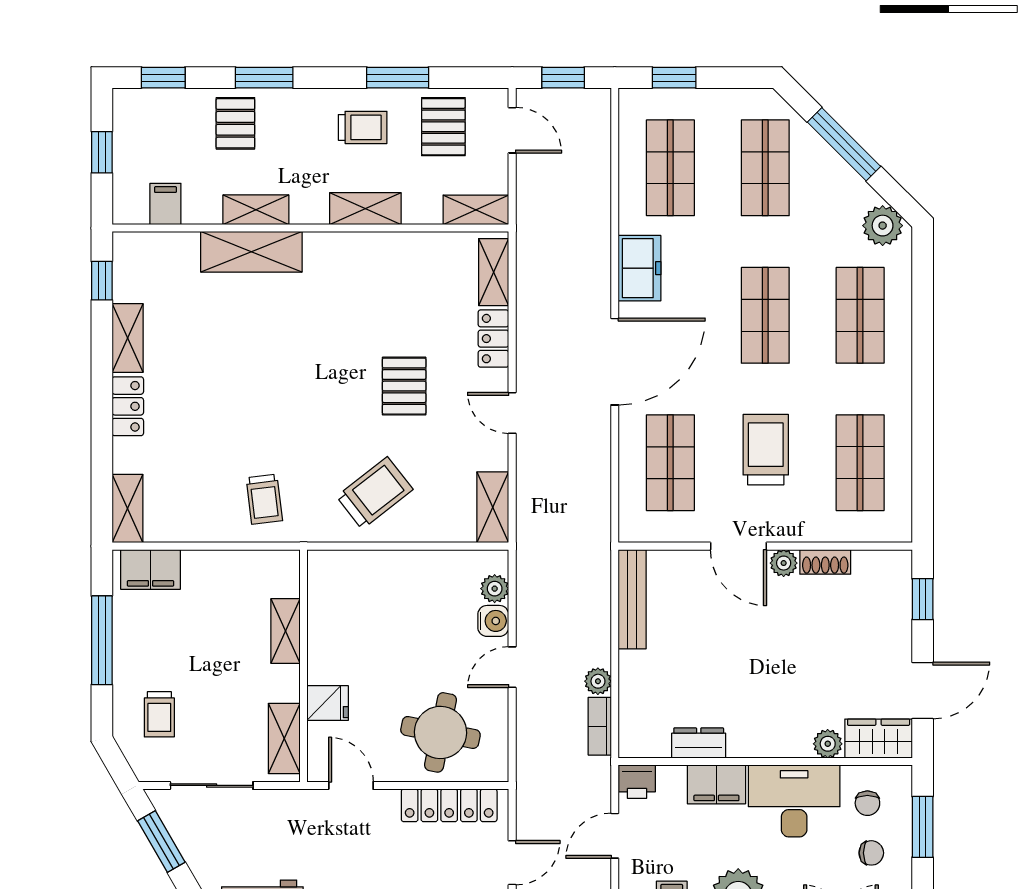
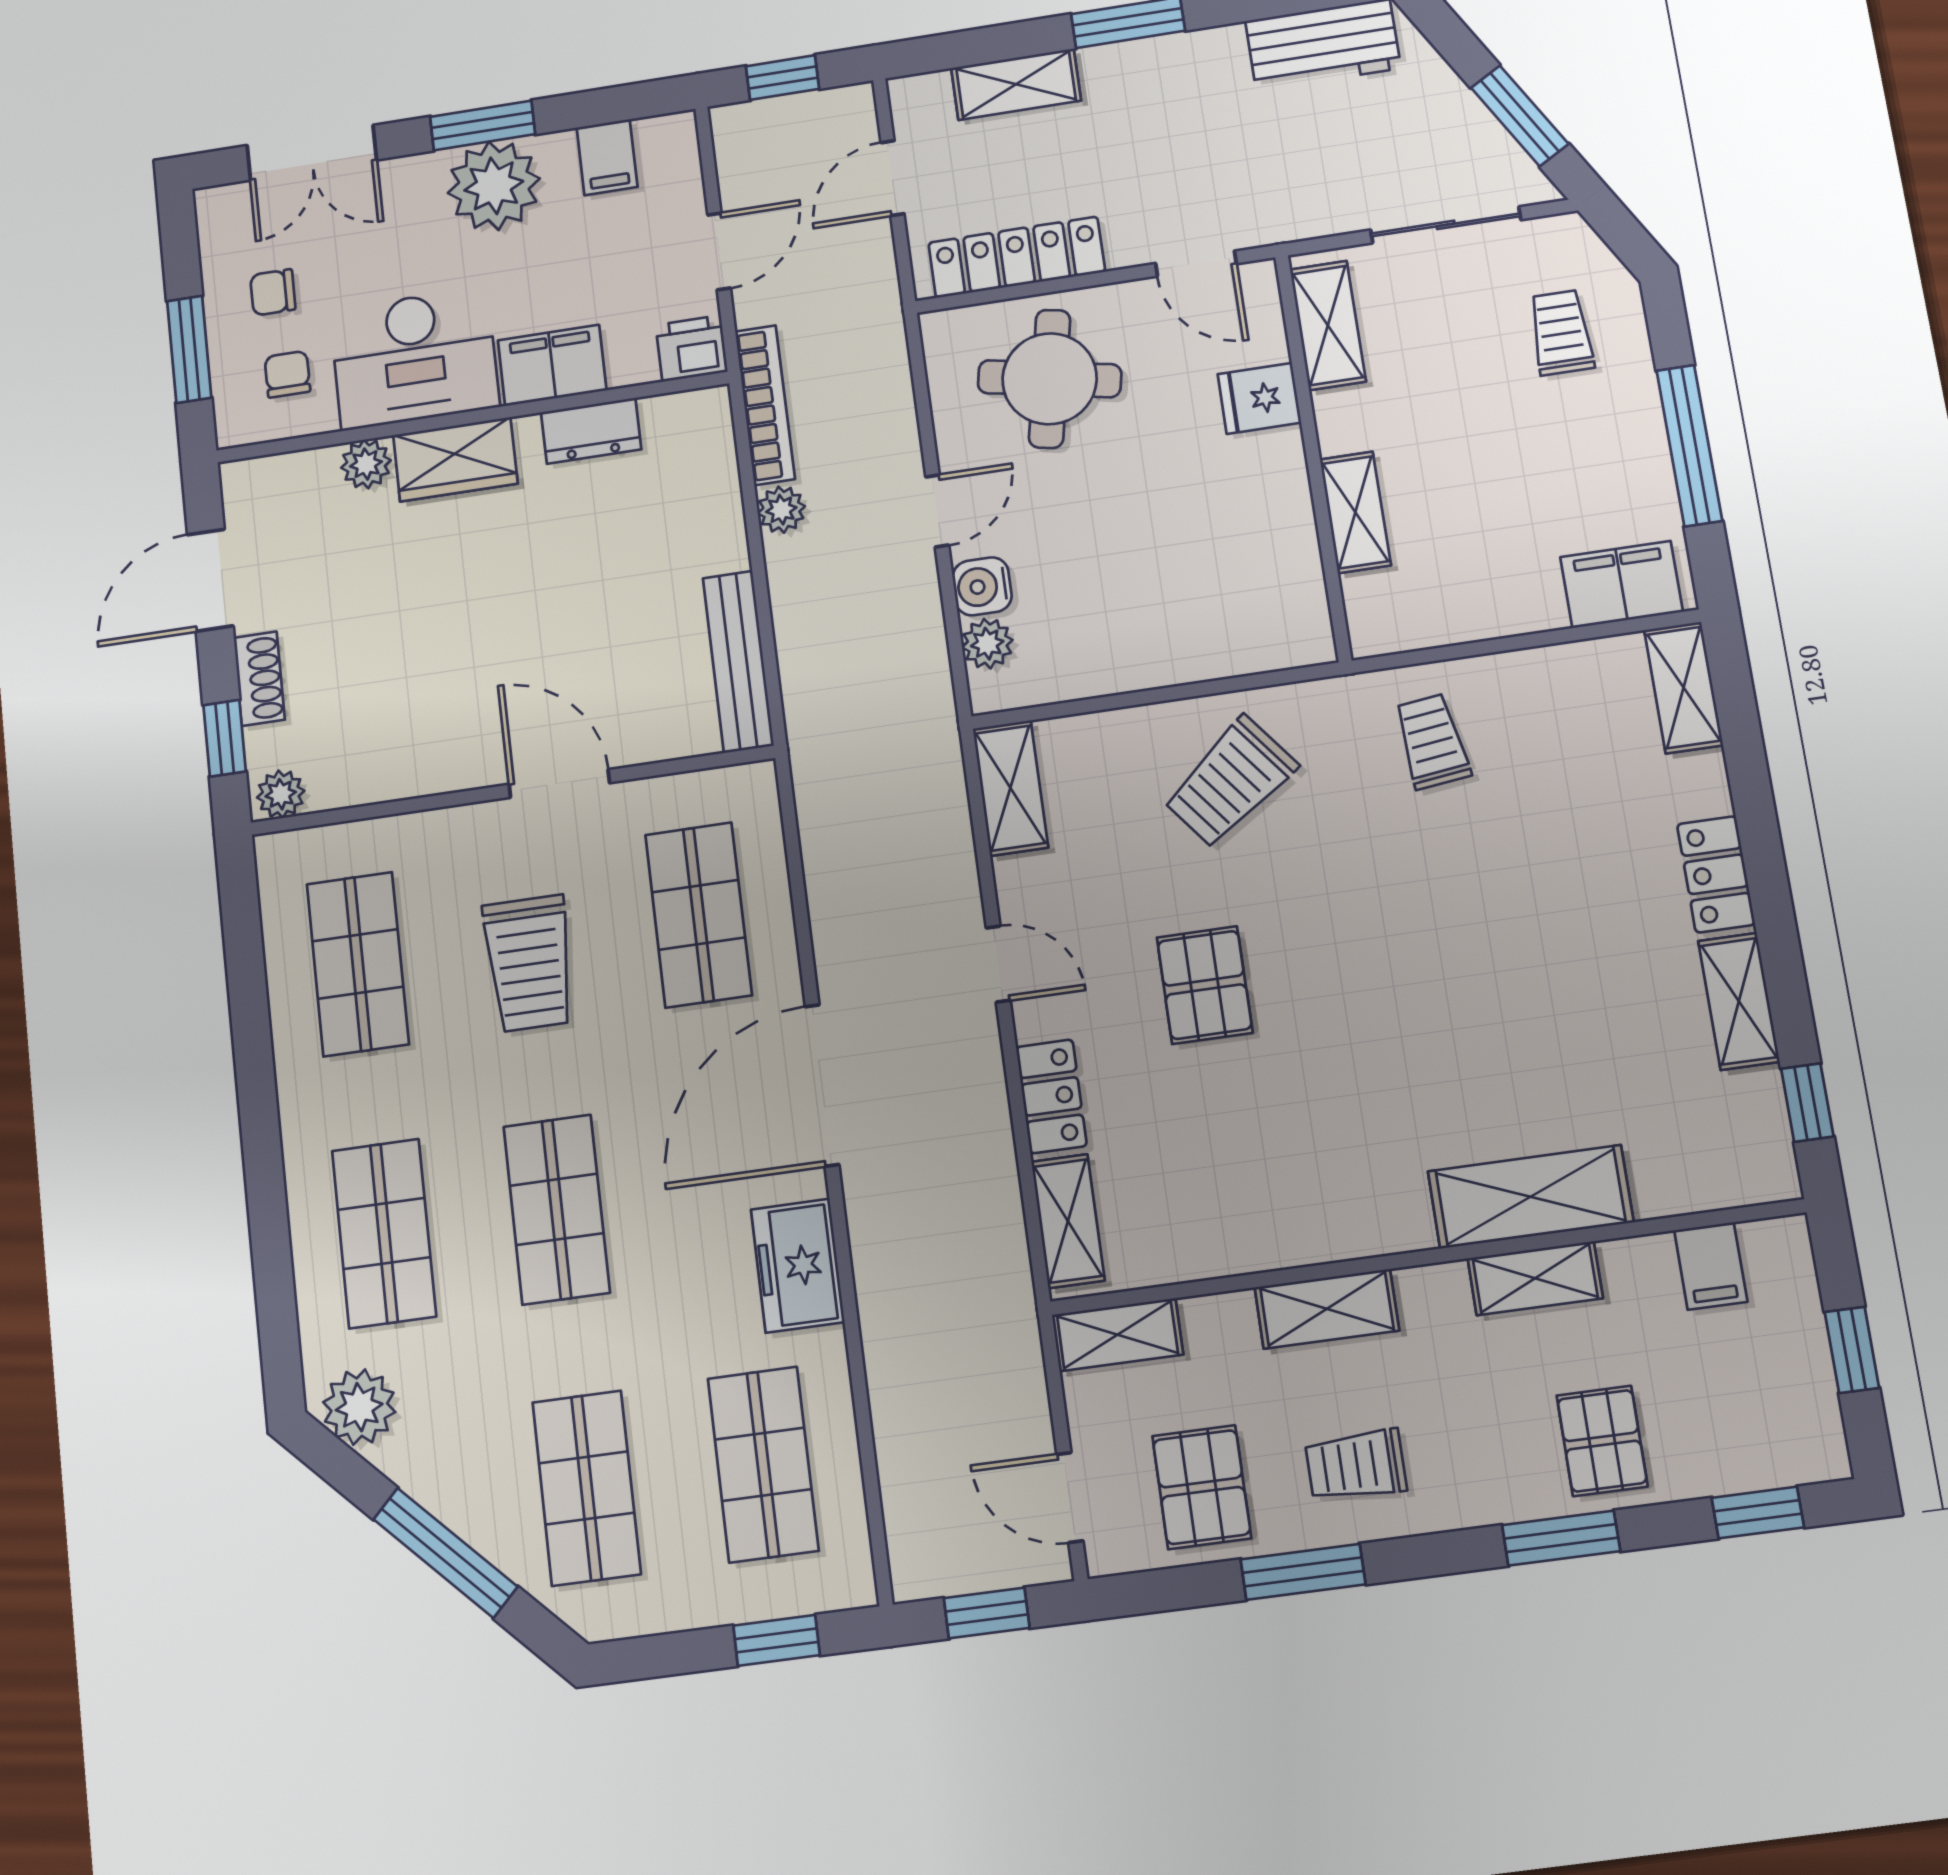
shoe rack: (825, 562) -> (259, 679), moved, turned 90
plant: (784, 563) -> (281, 794), moved
bookcase: (600, 726) -> (765, 405), width x1.56
wardrobe: (879, 739) -> (455, 459), moved

